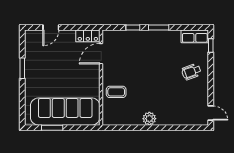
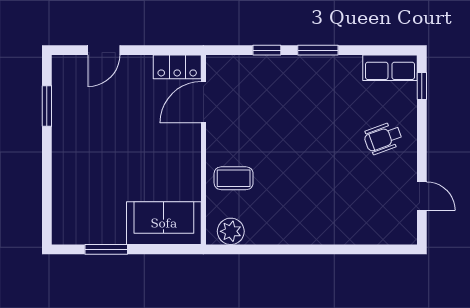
window: (22, 68) -> (47, 106), moved
sofa: (65, 112) -> (164, 223), width x0.54, depth x0.79
door: (211, 113) -> (422, 196), moved
plant: (149, 119) -> (231, 231), moved

